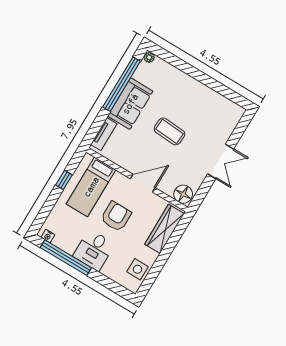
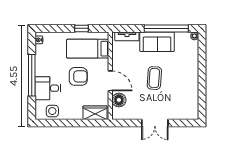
floor lamp: (183, 194) -> (119, 100), moved
wardrobe: (164, 229) -> (95, 113), width x0.67
desk: (94, 250) -> (48, 88), moved
window: (66, 258) -> (32, 75), moved

